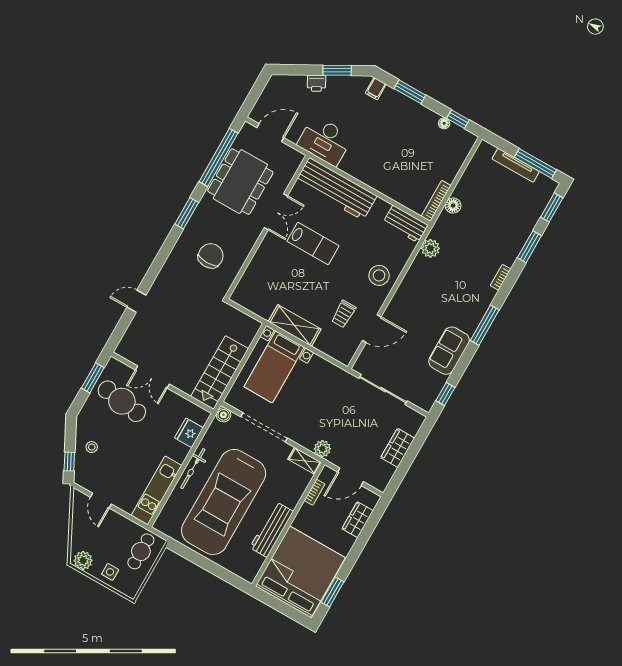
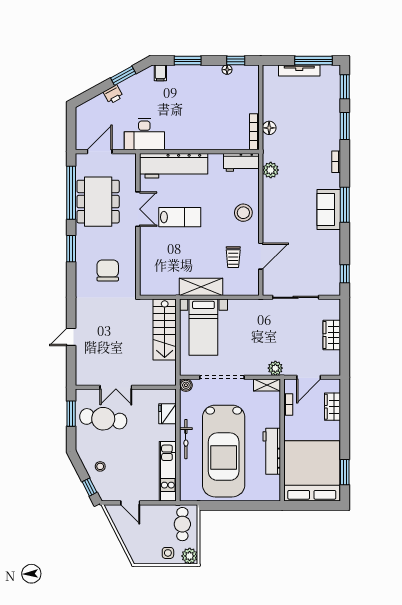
sofa: (449, 351) -> (329, 210), moved
stairs: (220, 373) -> (165, 330), moved
plant: (83, 561) -> (190, 556), moved

